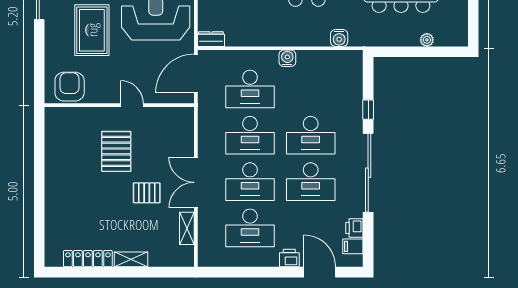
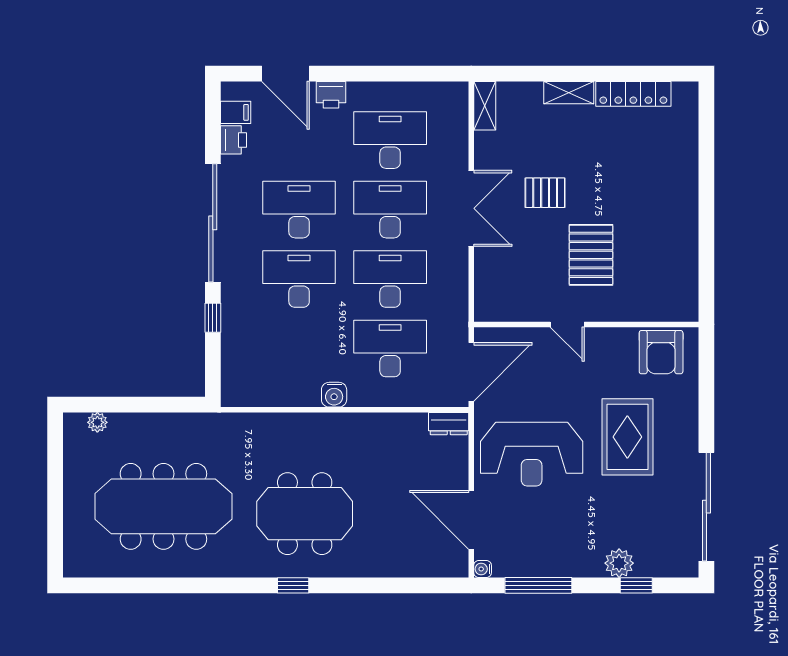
water cooler: (339, 38) -> (256, 425), removed
plant: (427, 40) -> (97, 422), moved
shelving: (187, 228) -> (485, 106), moved

